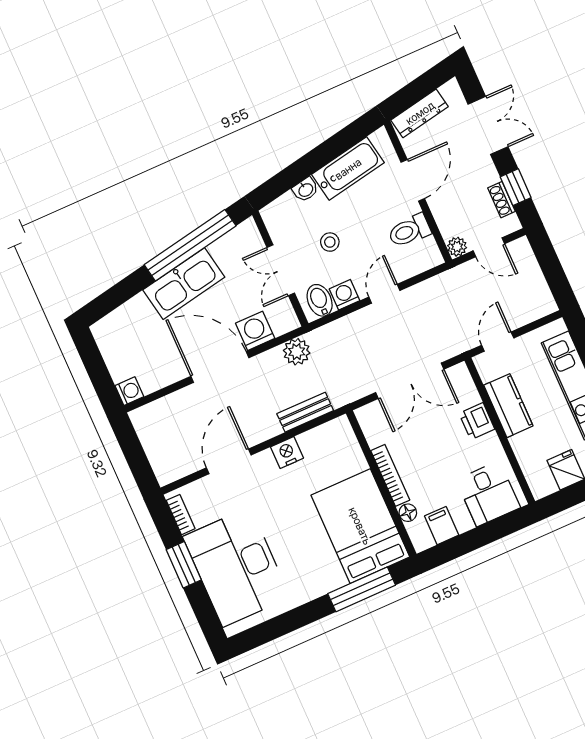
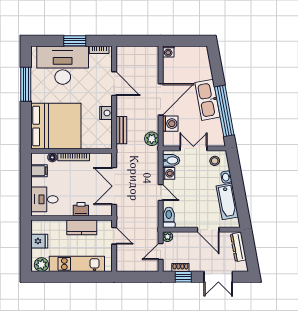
toilet: (409, 231) -> (169, 217), moved
stool: (330, 242) -> (215, 161), moved
bed: (360, 526) -> (56, 126), width x1.36
window: (362, 589) -> (26, 84), moved

